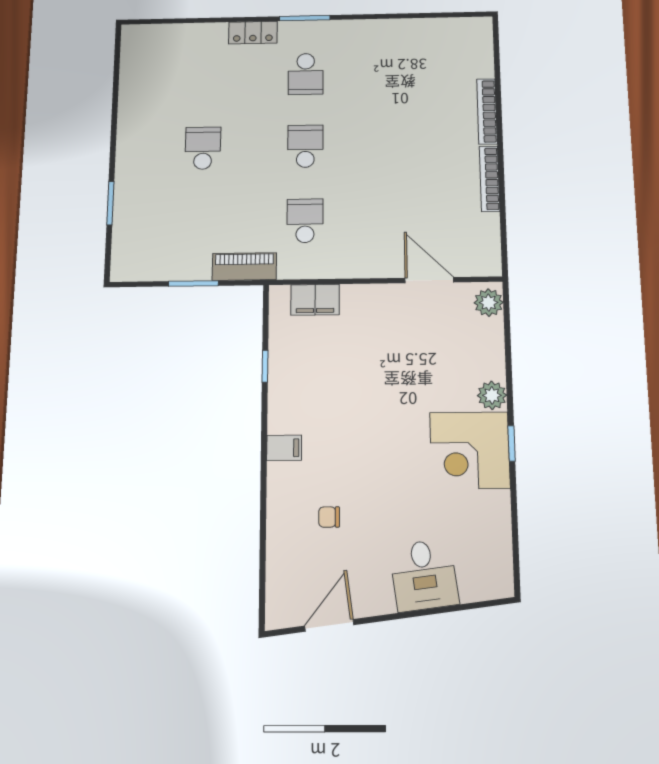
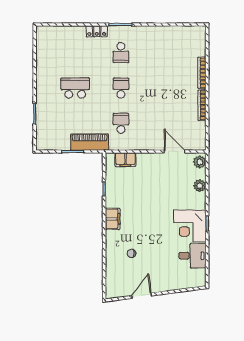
school desk: (203, 148) -> (75, 88), width x1.85
piano: (244, 267) -> (90, 142), width x1.37, depth x1.33
plant: (492, 395) -> (200, 186), moved
filing cabinet: (284, 448) -> (113, 219), width x2.00
desk: (424, 575) -> (192, 256), moved, turned -83
door: (329, 625) -> (142, 296), moved

